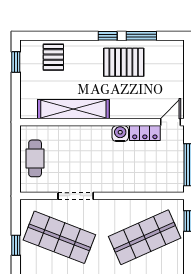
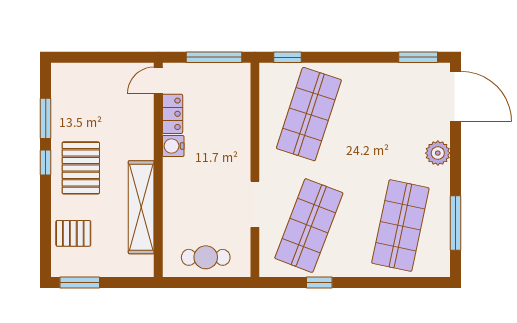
window: (16, 62) -> (80, 283), width x1.50
pallet: (124, 62) -> (81, 168), moved
door: (170, 122) -> (158, 80), hinge flipped
shop shelf: (145, 237) -> (309, 114), turned 42

